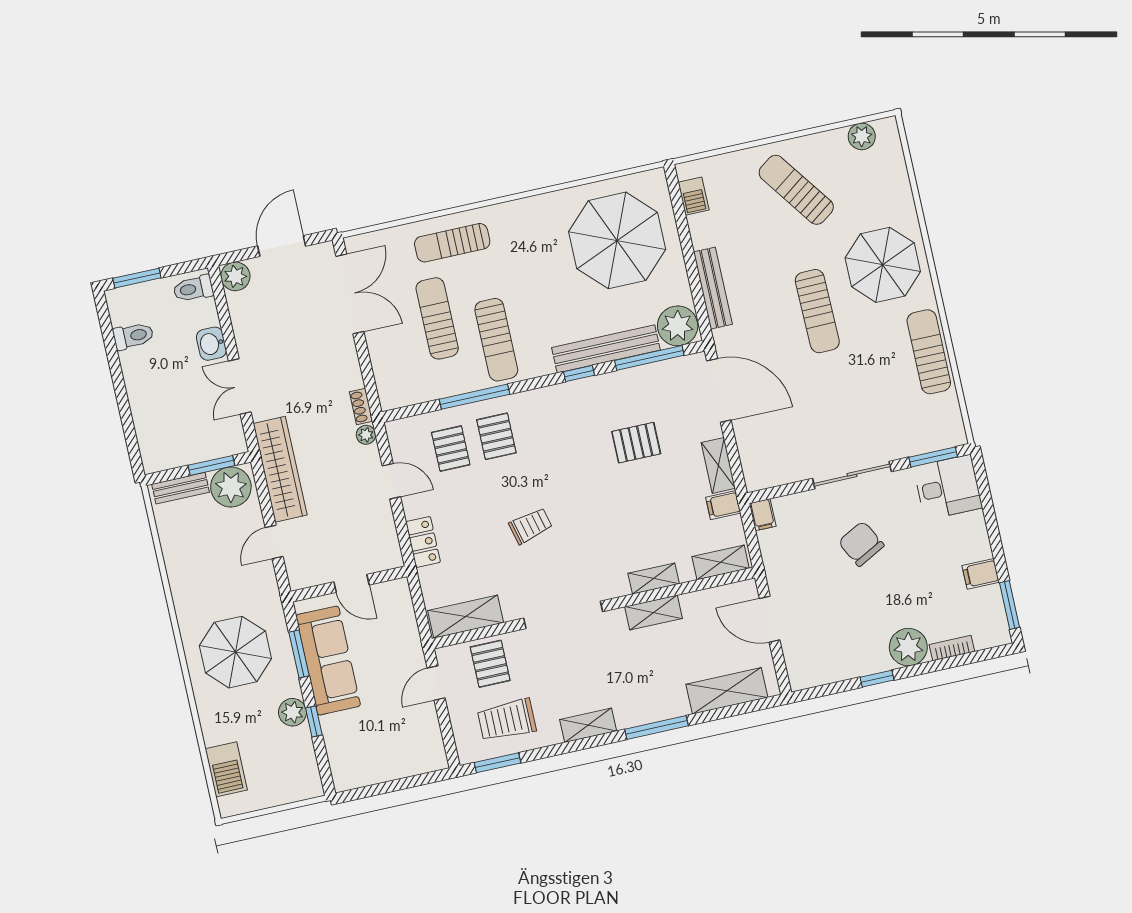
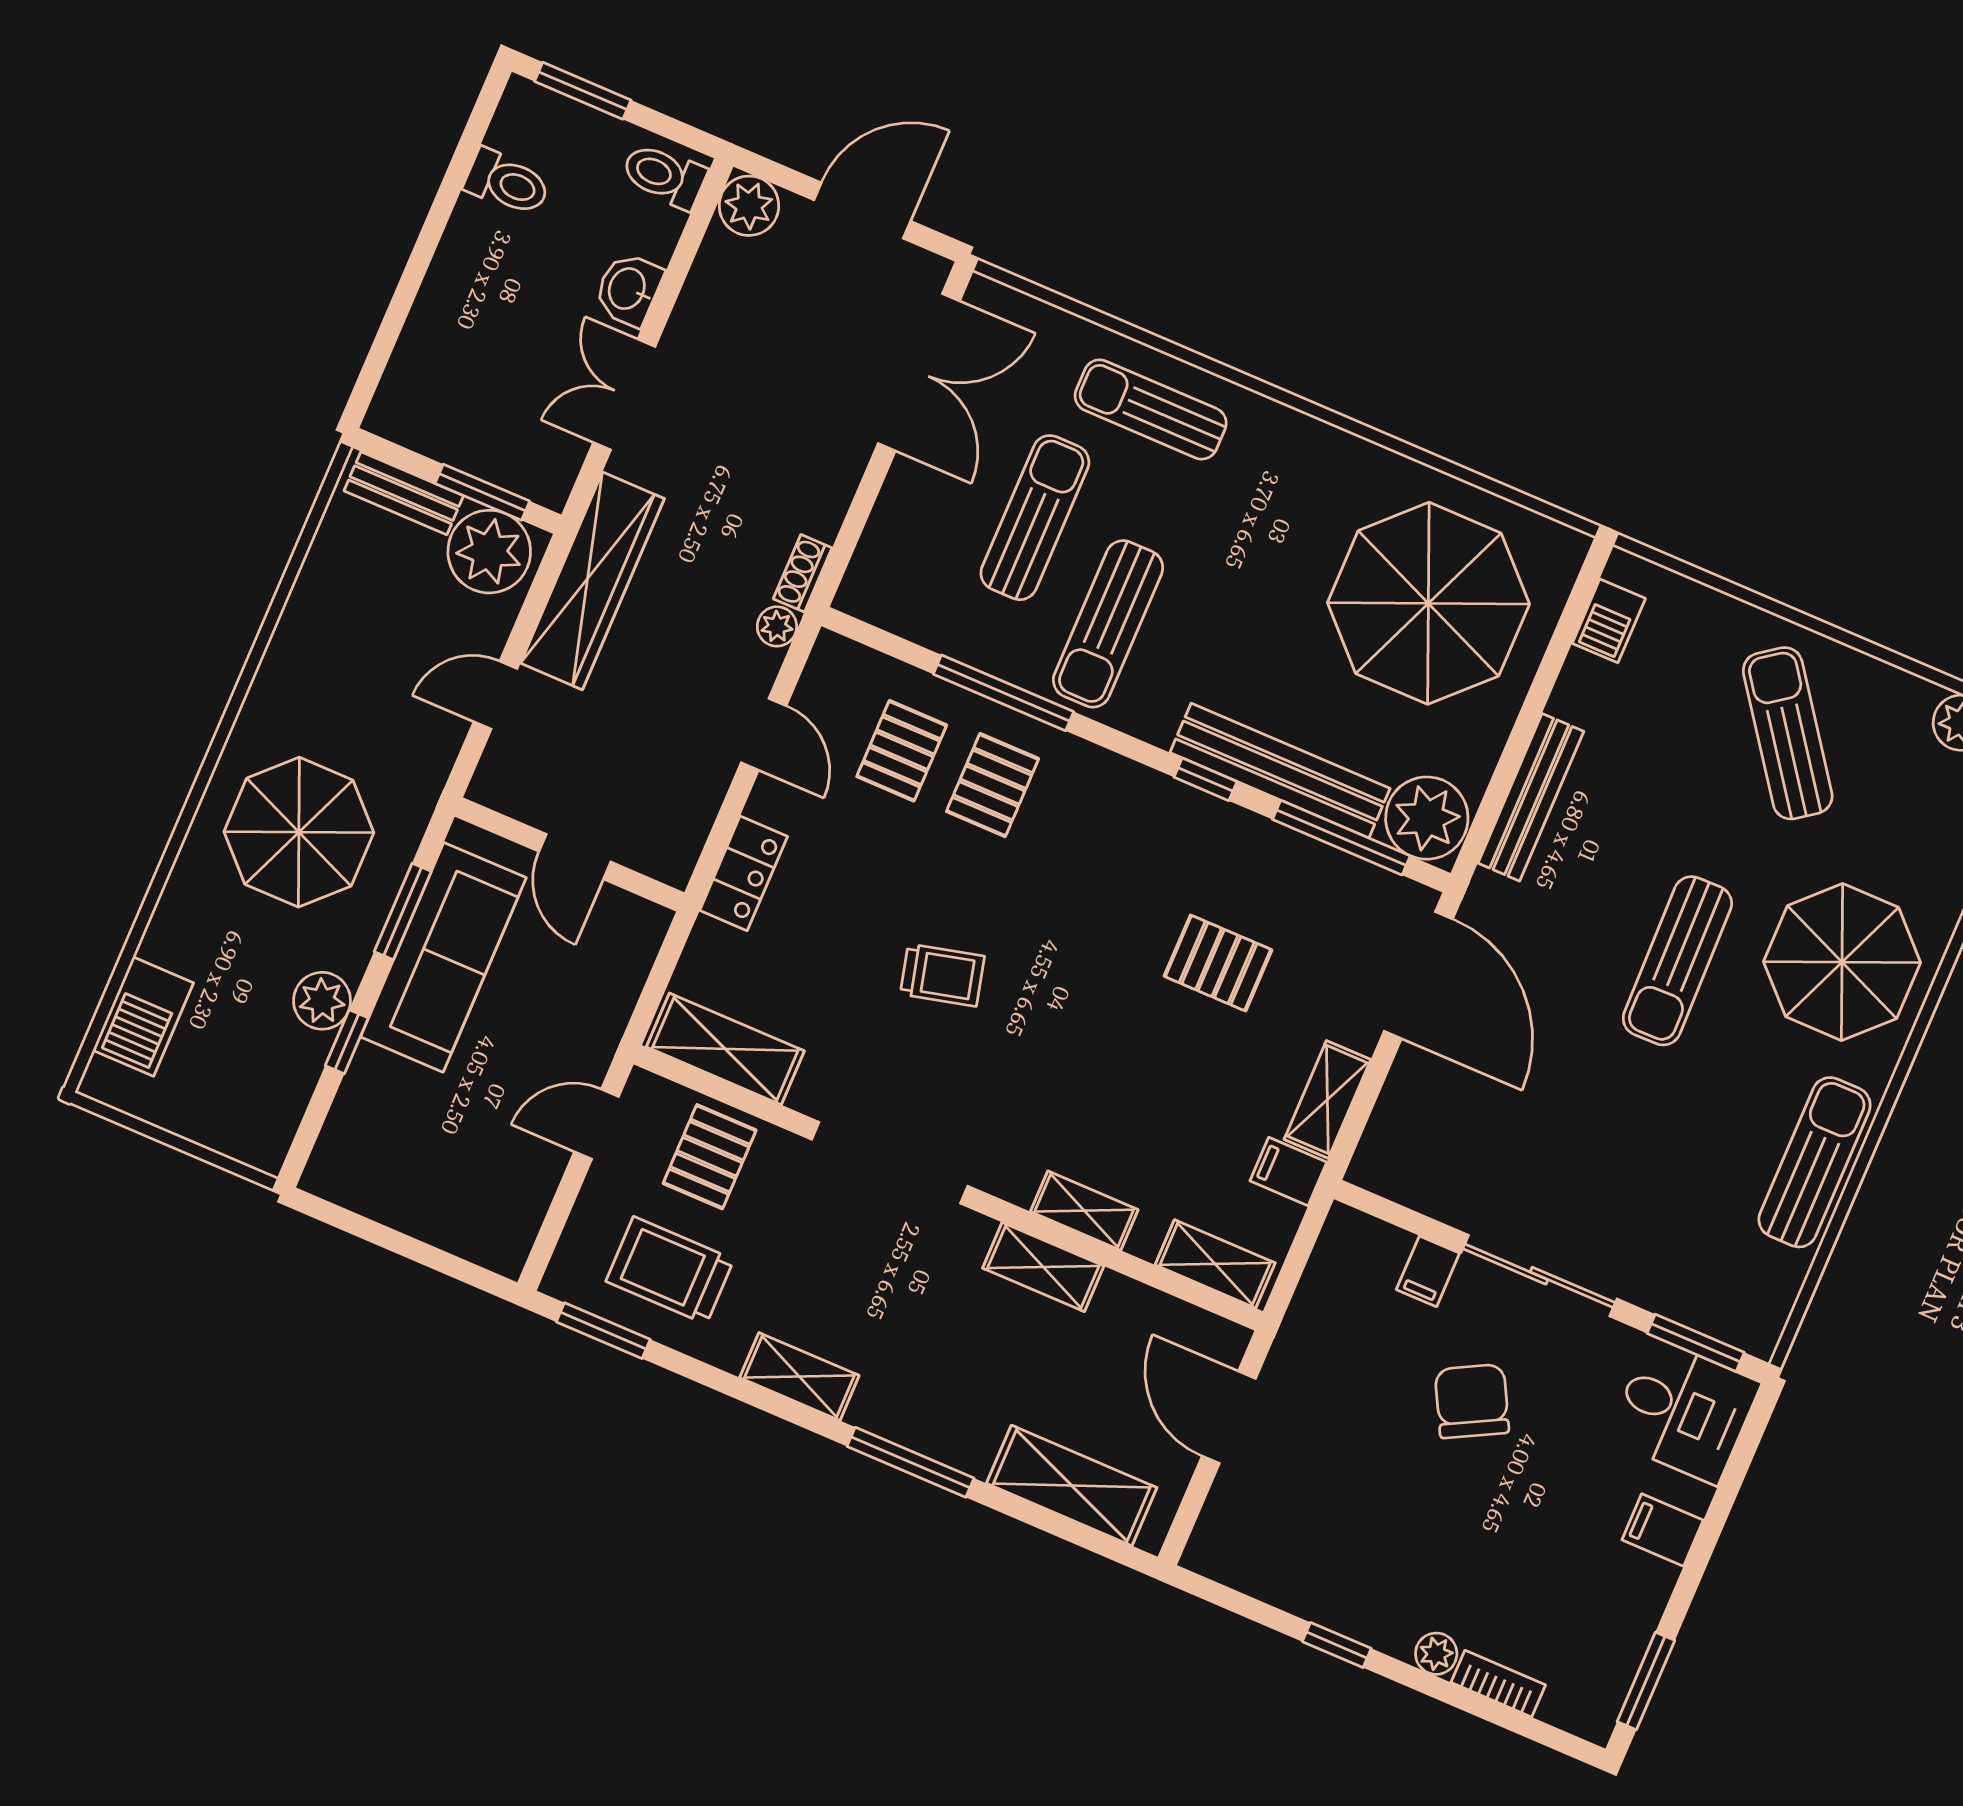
filing cabinet: (763, 515) -> (1428, 1271), moved
filing cabinet: (981, 574) -> (1663, 1530), moved
plant: (908, 647) -> (1436, 1654), width x0.53, depth x0.53

